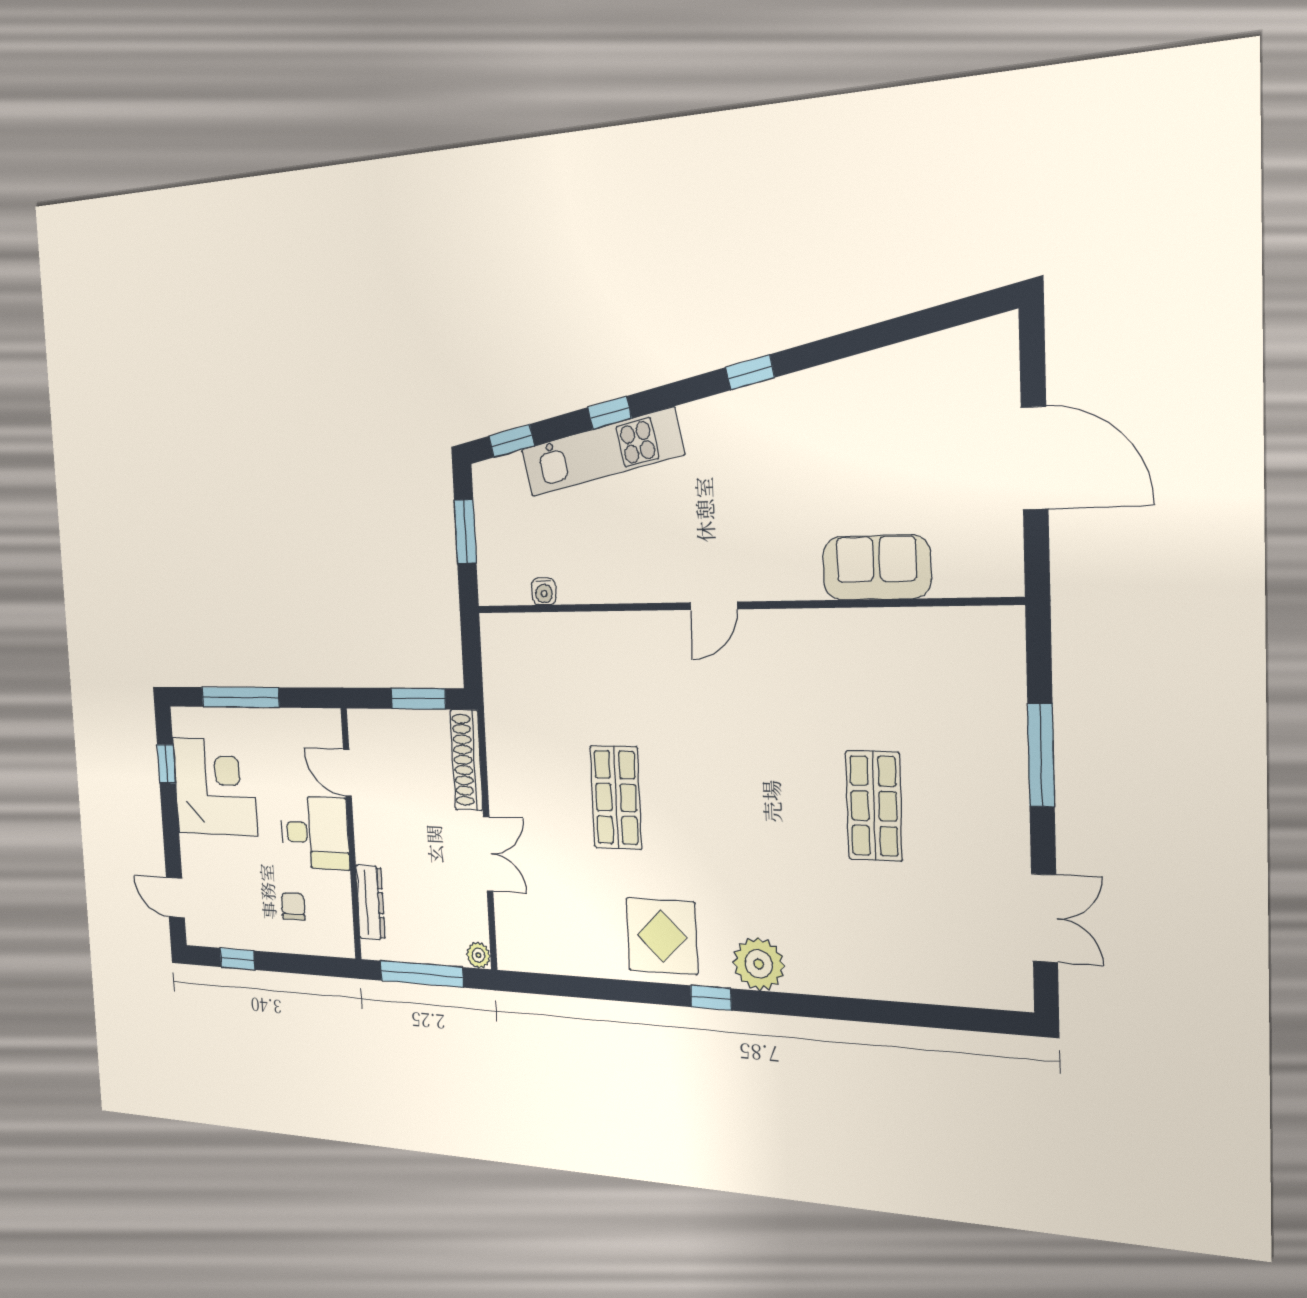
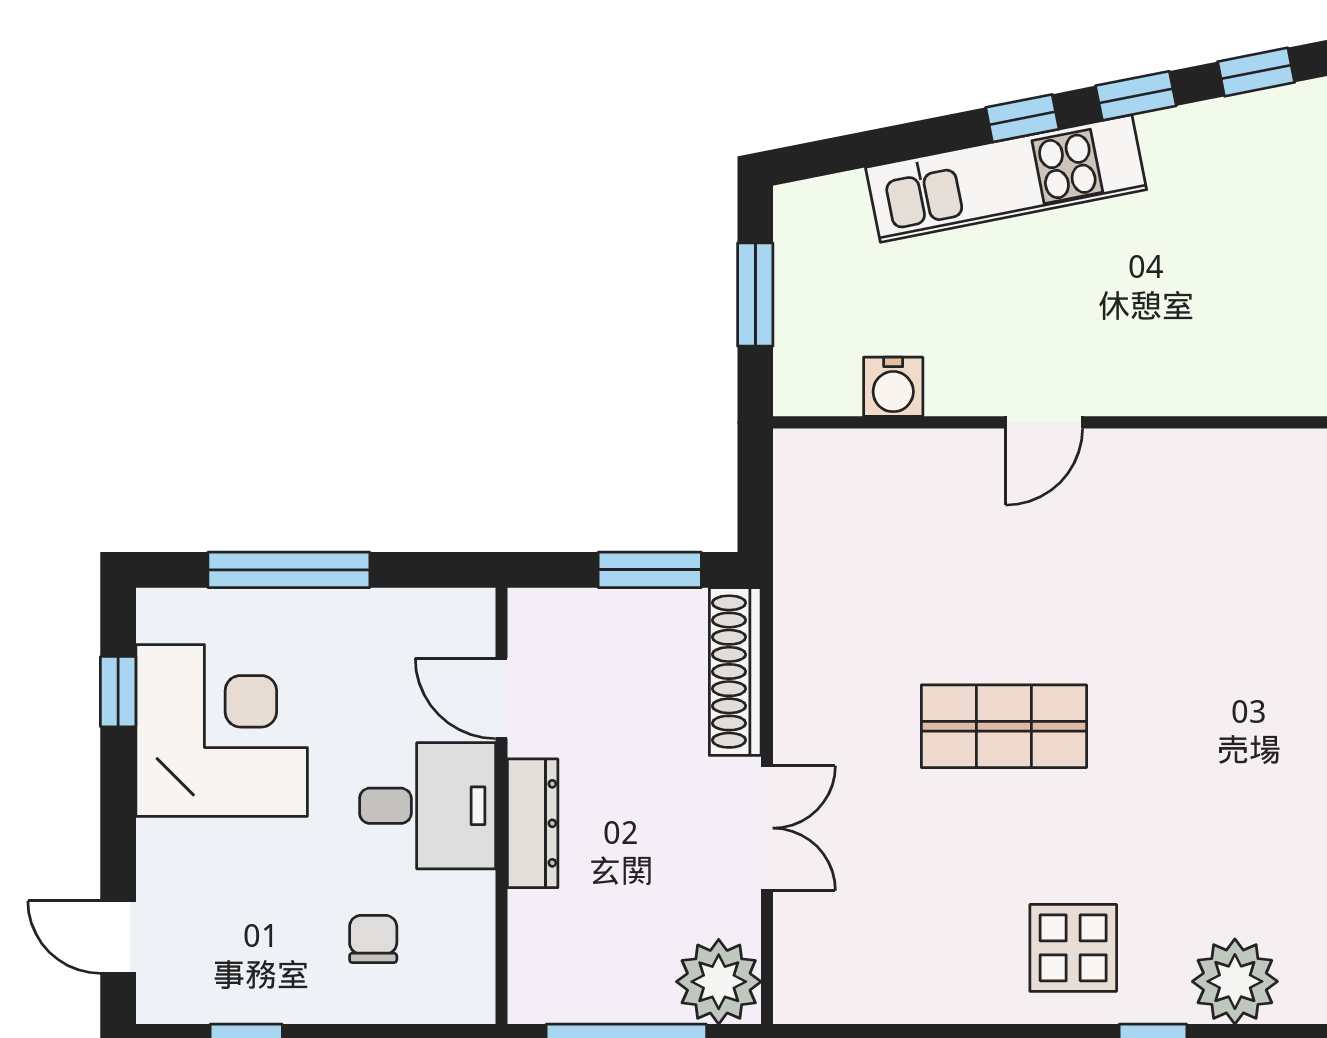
window: (512, 441) -> (1136, 96), moved
water cooler: (544, 592) -> (893, 387), width x1.38, depth x1.38
door: (714, 606) -> (1044, 422), moved
shop shelf: (616, 797) -> (1004, 726), turned 90
dresser: (370, 902) -> (533, 823), moved
display table: (662, 936) -> (1073, 948), width x0.73, depth x0.73
plant: (478, 955) -> (719, 982), width x1.87, depth x1.87

